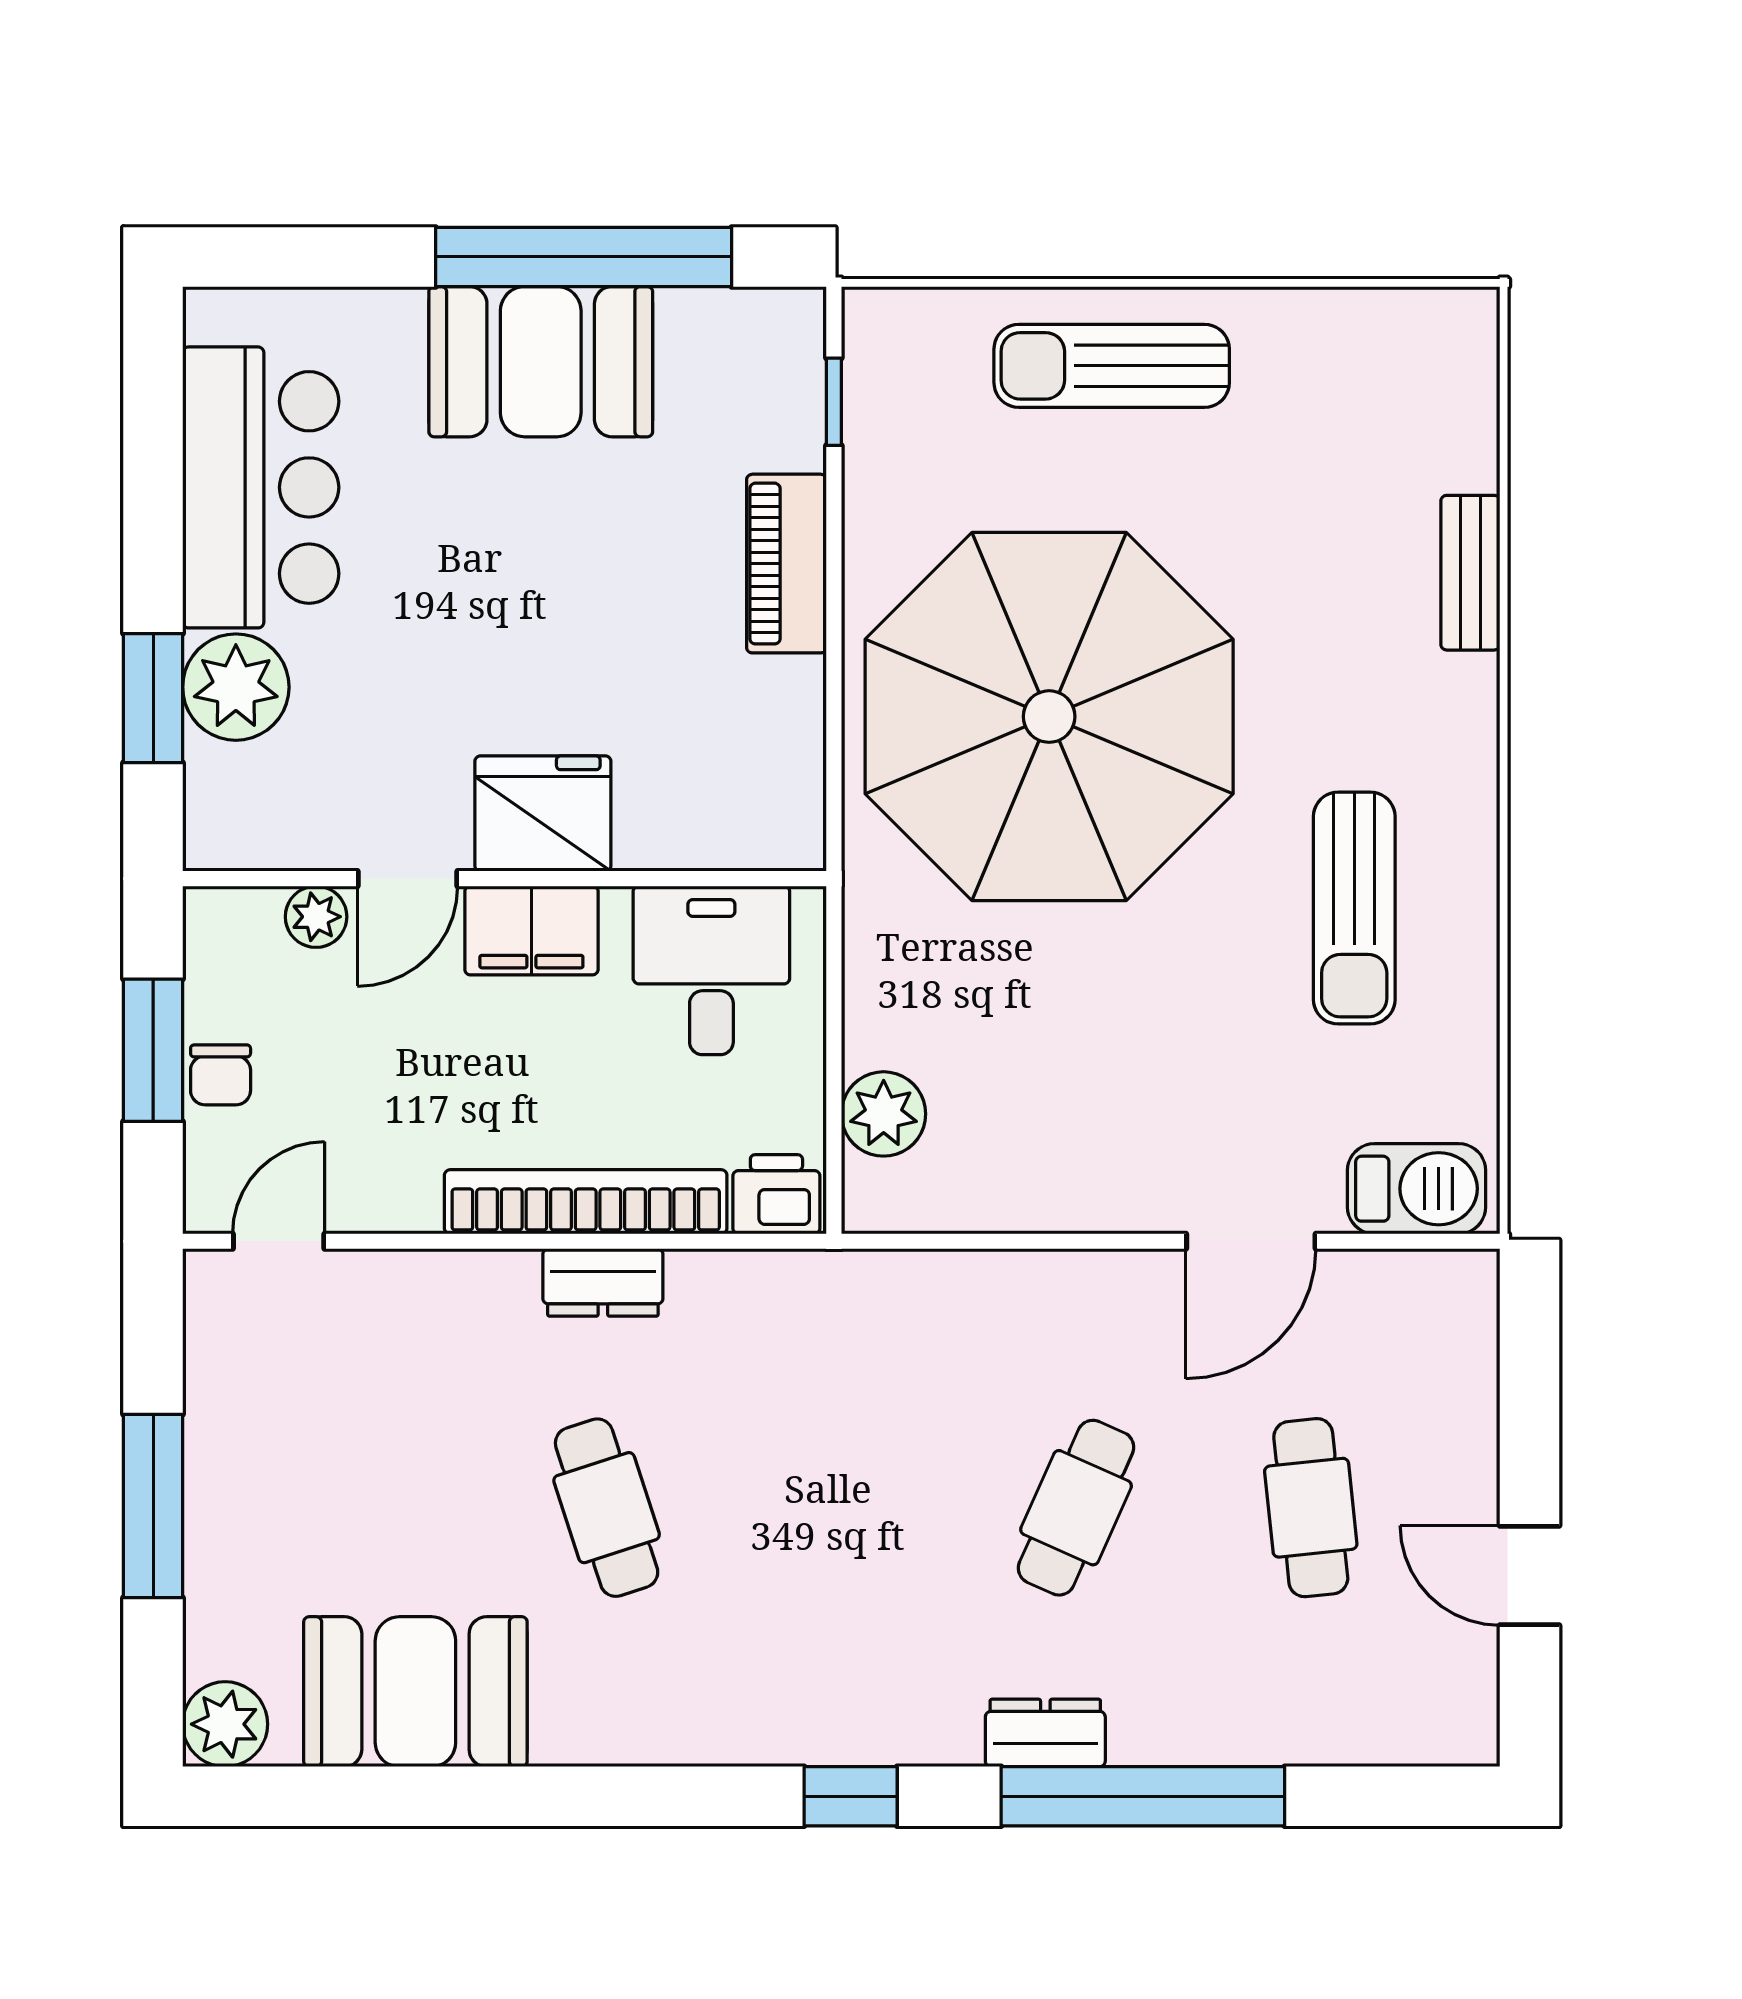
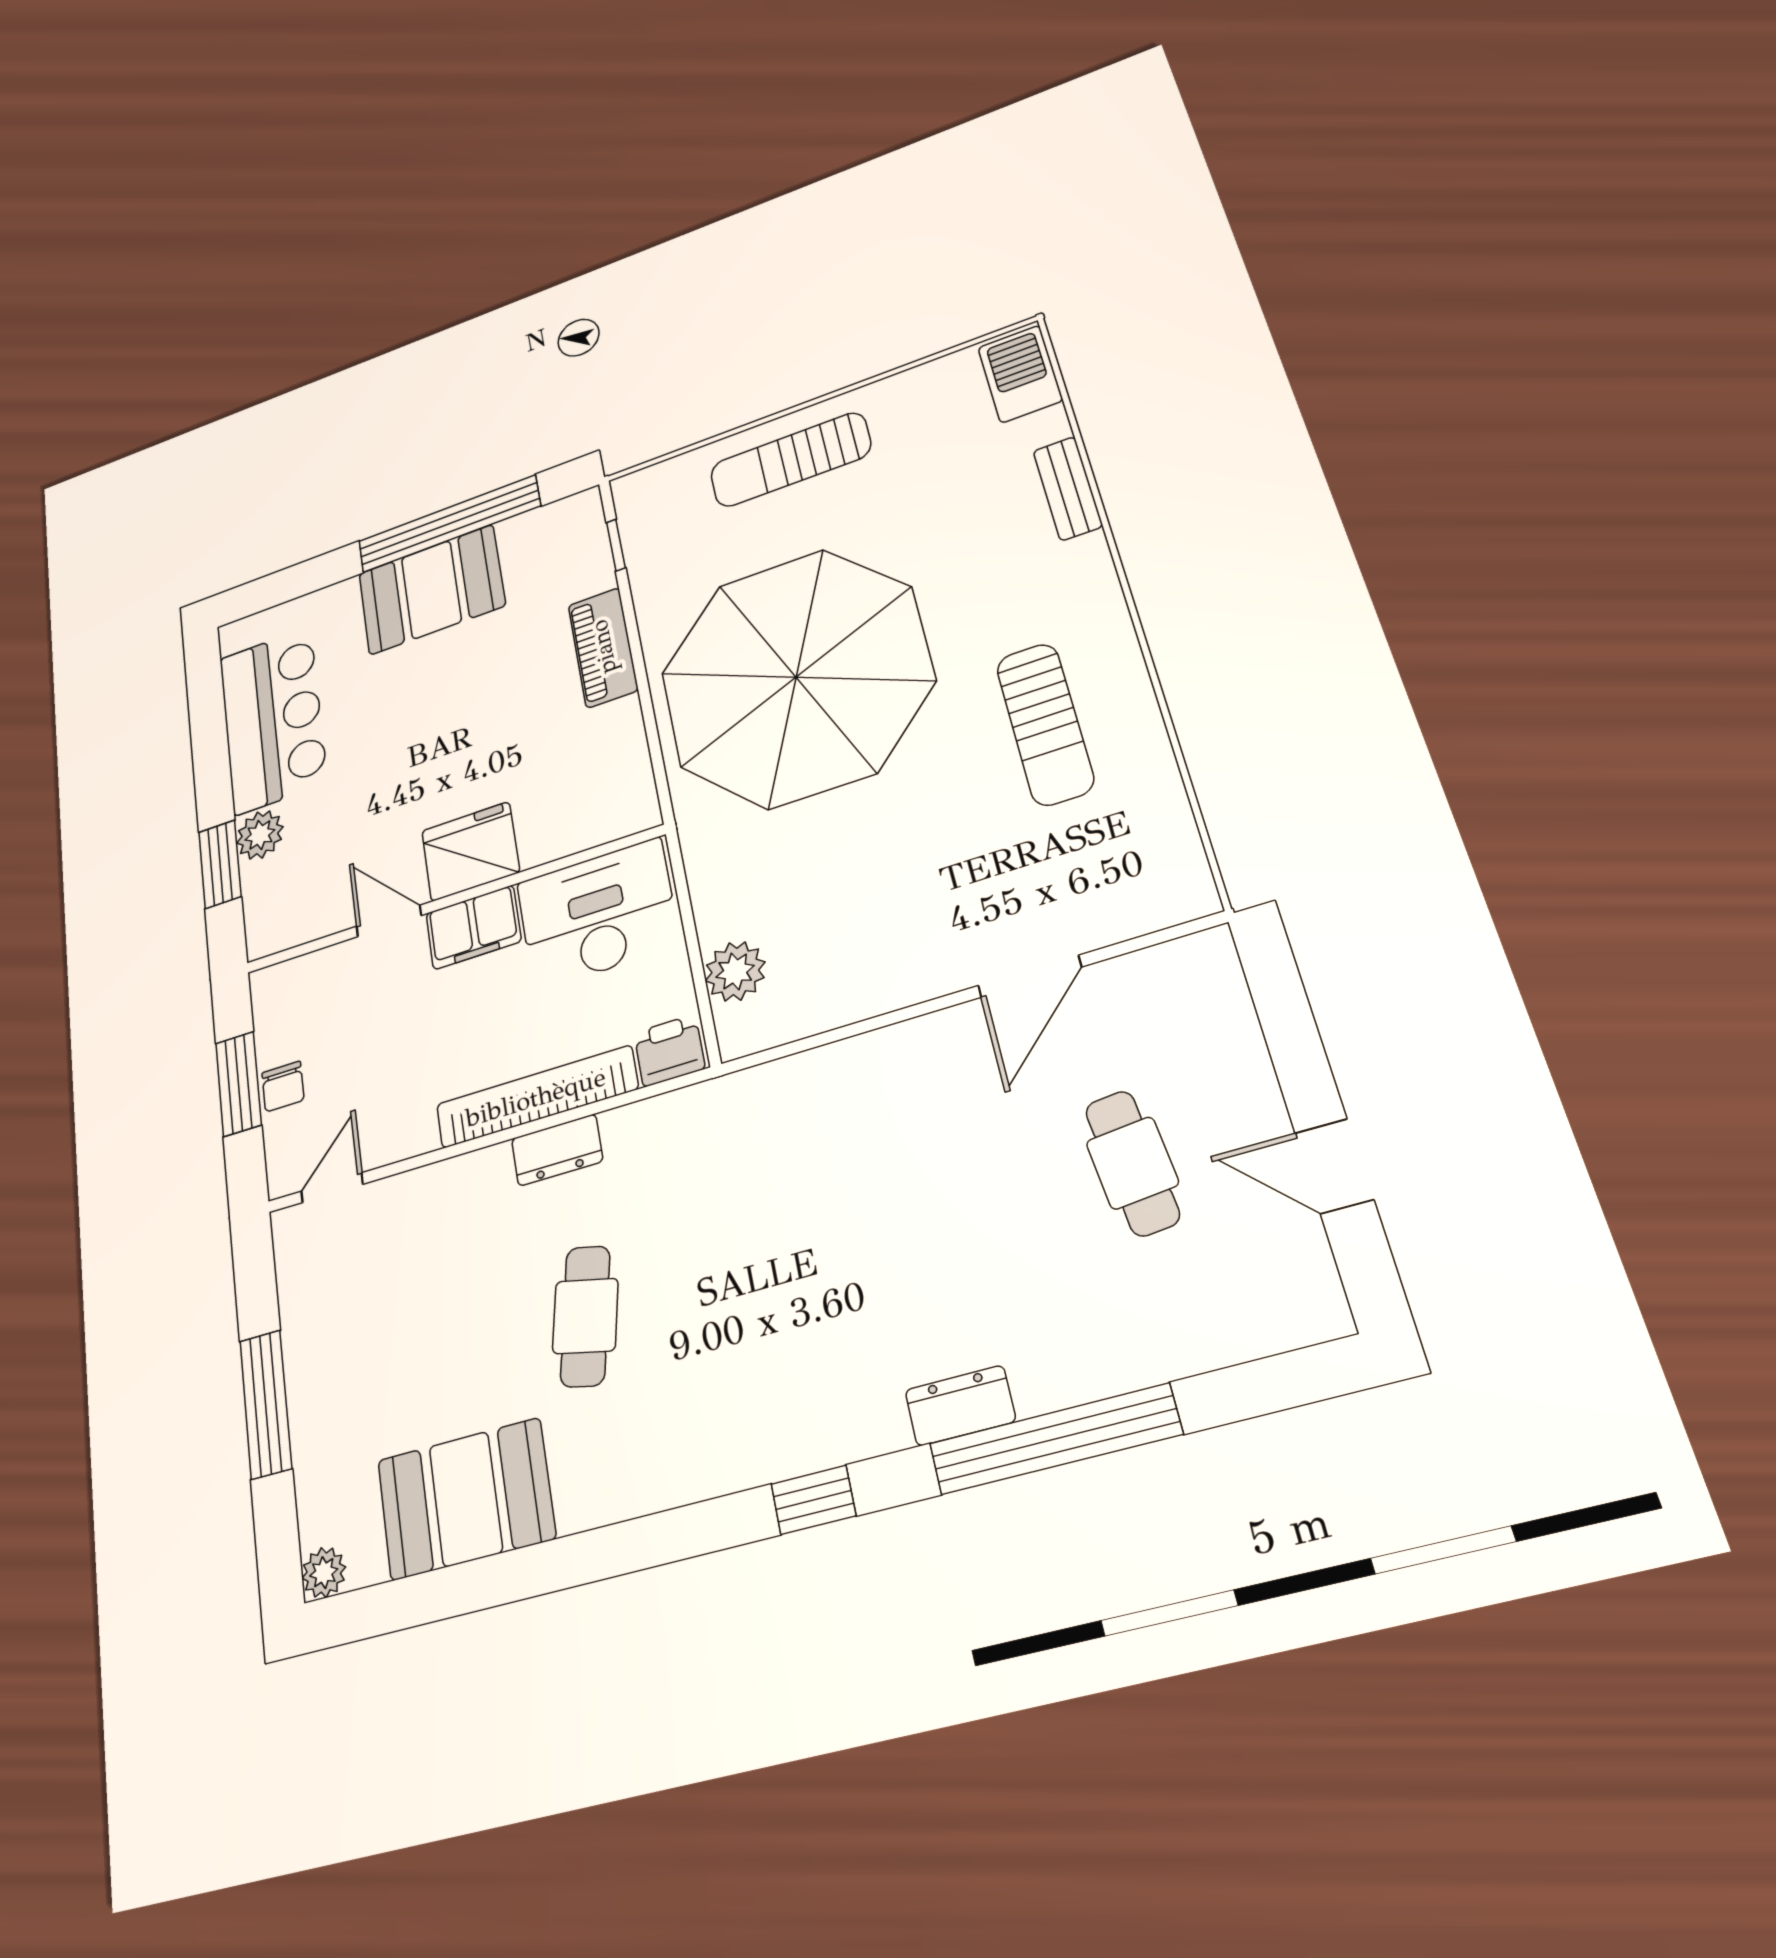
plant: (236, 687) -> (260, 835), width x0.73, depth x0.73
door: (408, 879) -> (389, 921), swing flipped
plant: (316, 917) -> (333, 964), removed
desk: (711, 970) -> (598, 914), width x1.37
barbecue: (1417, 1189) -> (1020, 374), moved, turned -90
cafe table: (607, 1508) -> (585, 1316), turned 30
cafe table: (1076, 1508) -> (943, 1216), removed
plant: (225, 1724) -> (324, 1573), width x0.73, depth x0.73

